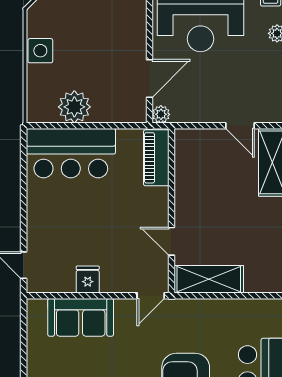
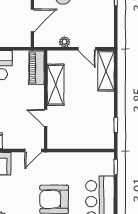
plant: (161, 114) -> (65, 42), moved
shelving: (209, 279) -> (56, 85), moved, turned 90

